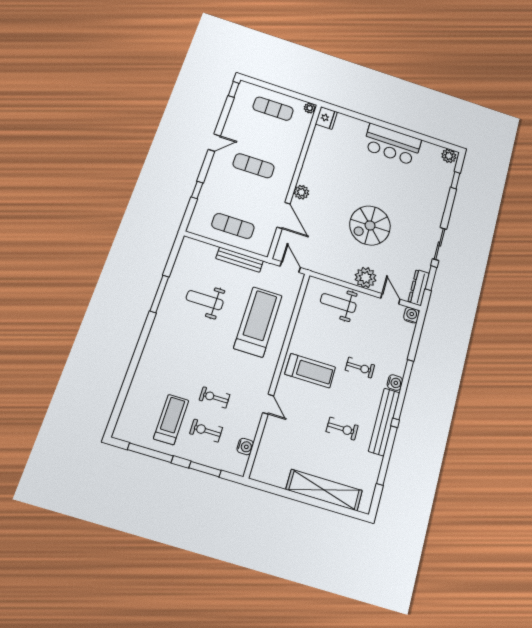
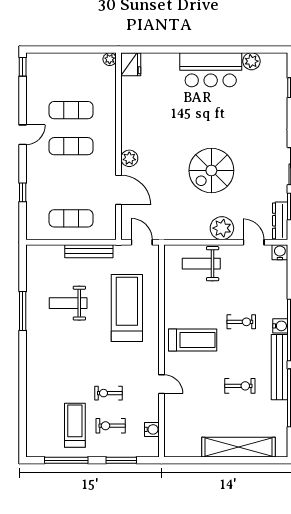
exercise mat: (273, 109) -> (71, 110), moved
plant: (449, 156) -> (251, 61), moved

